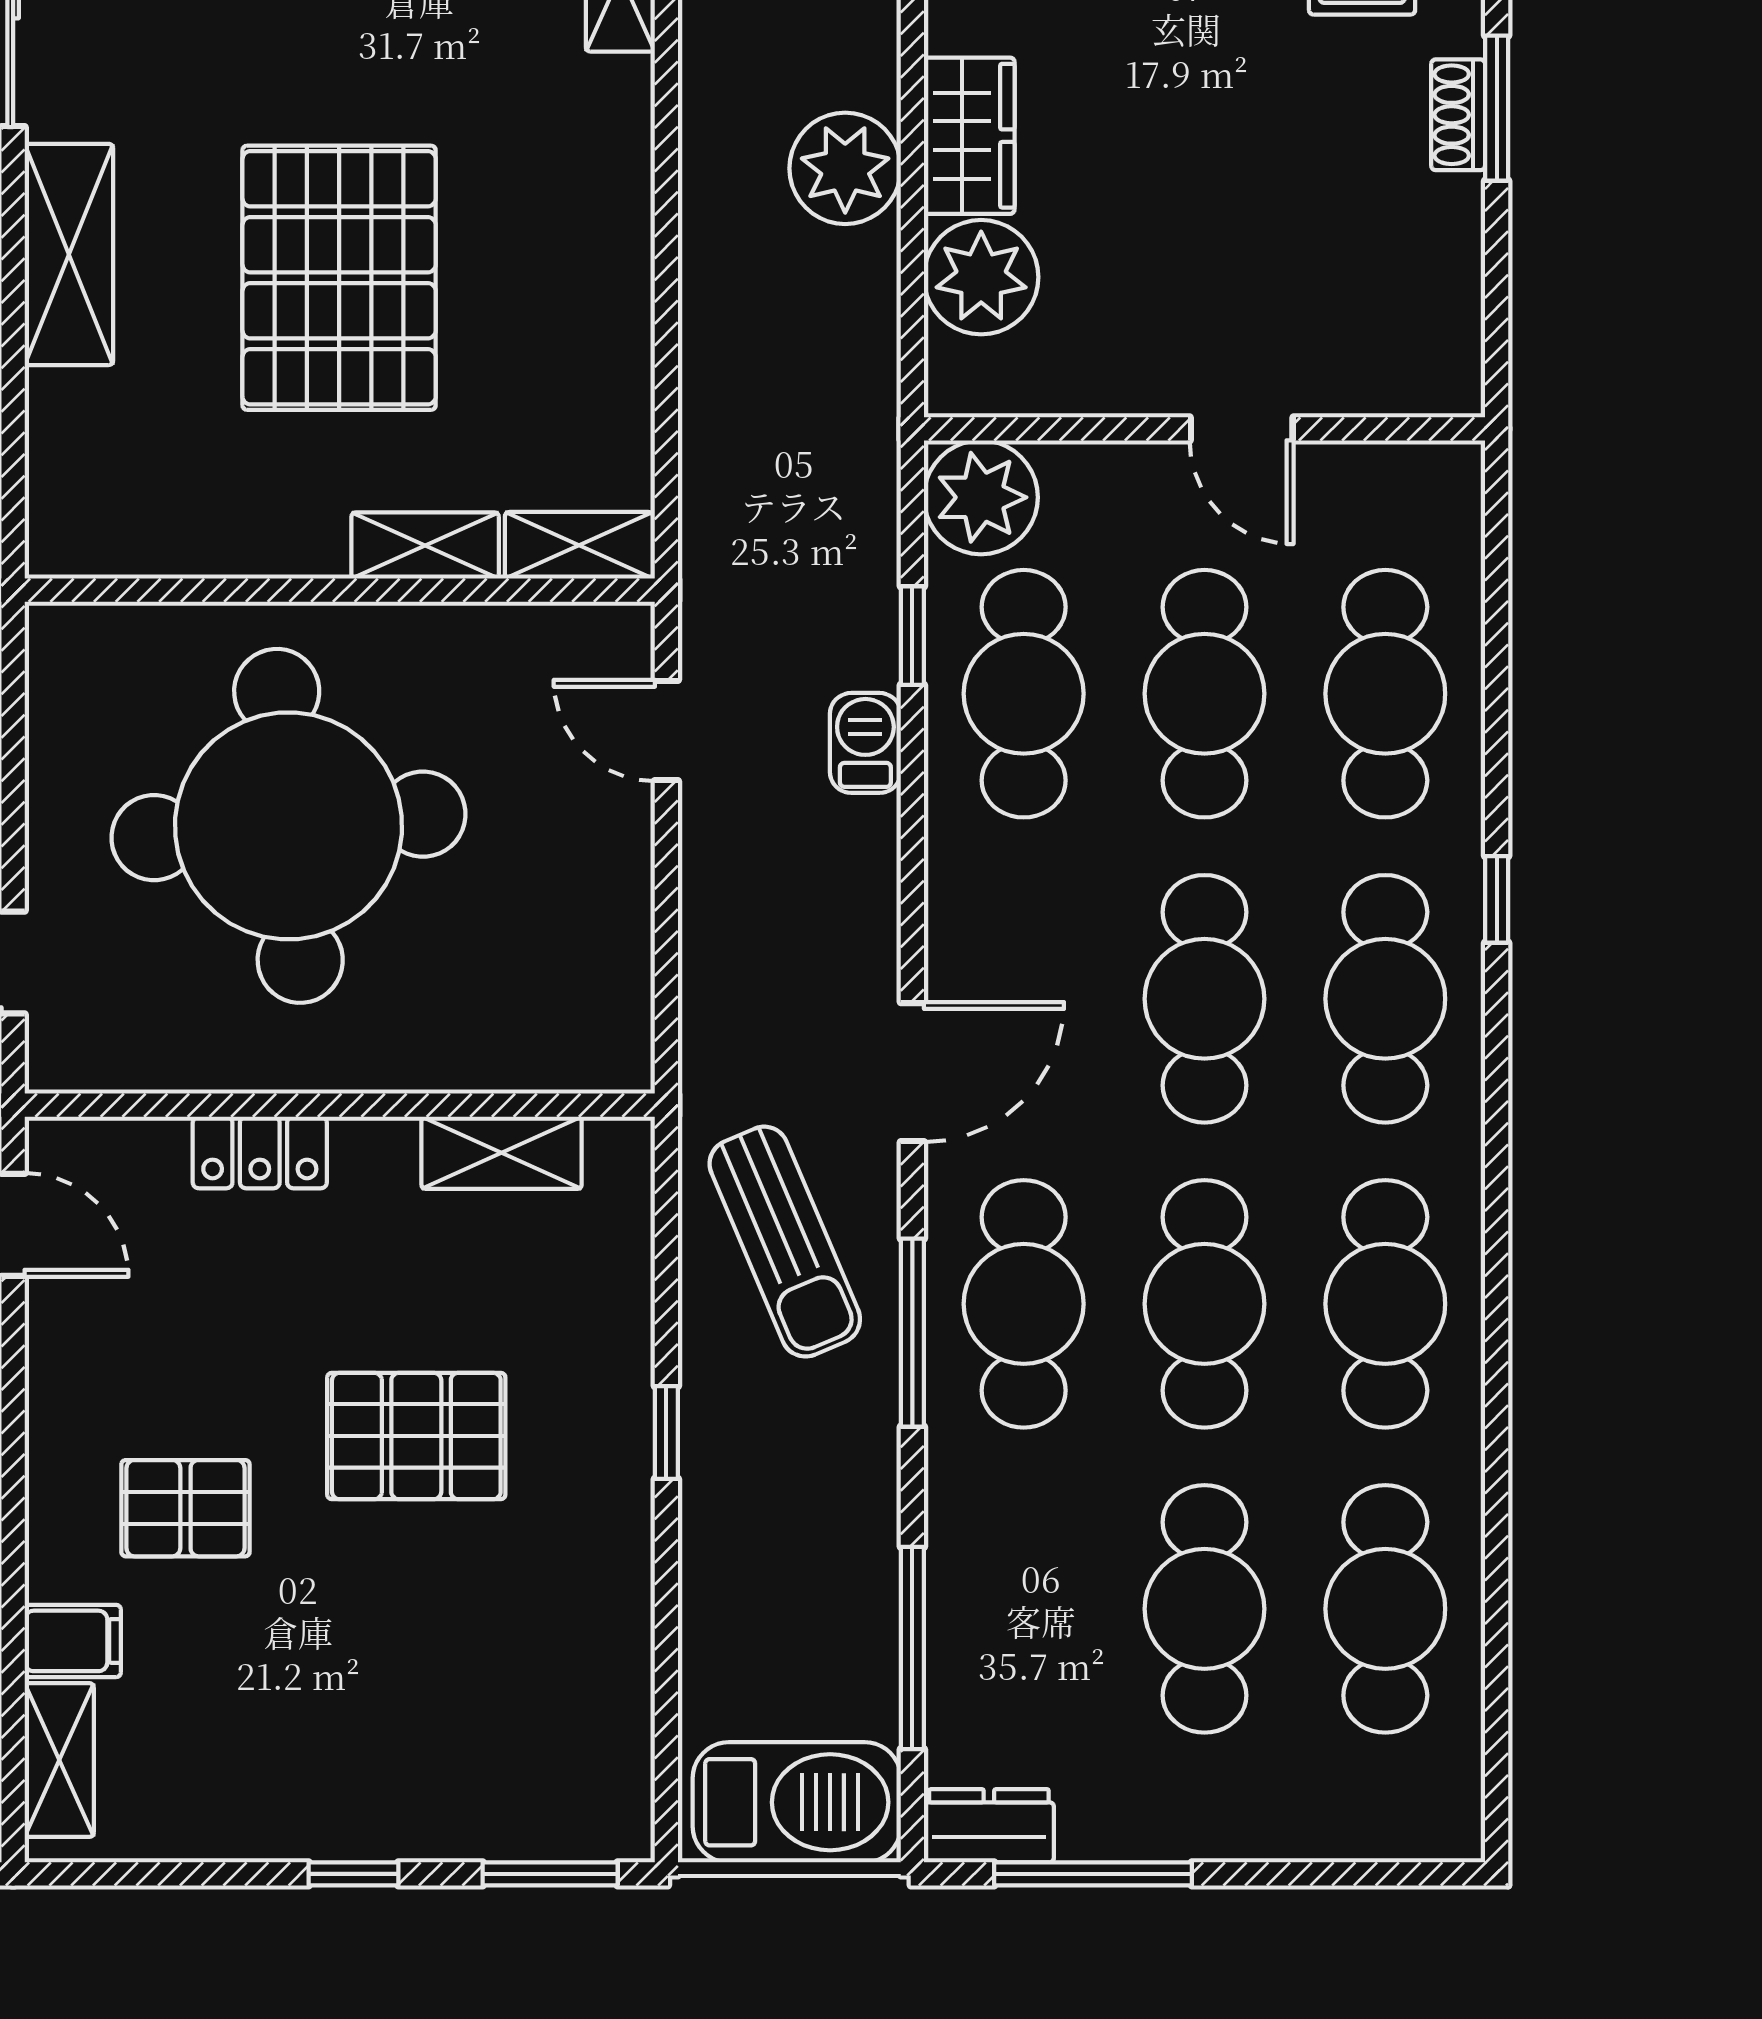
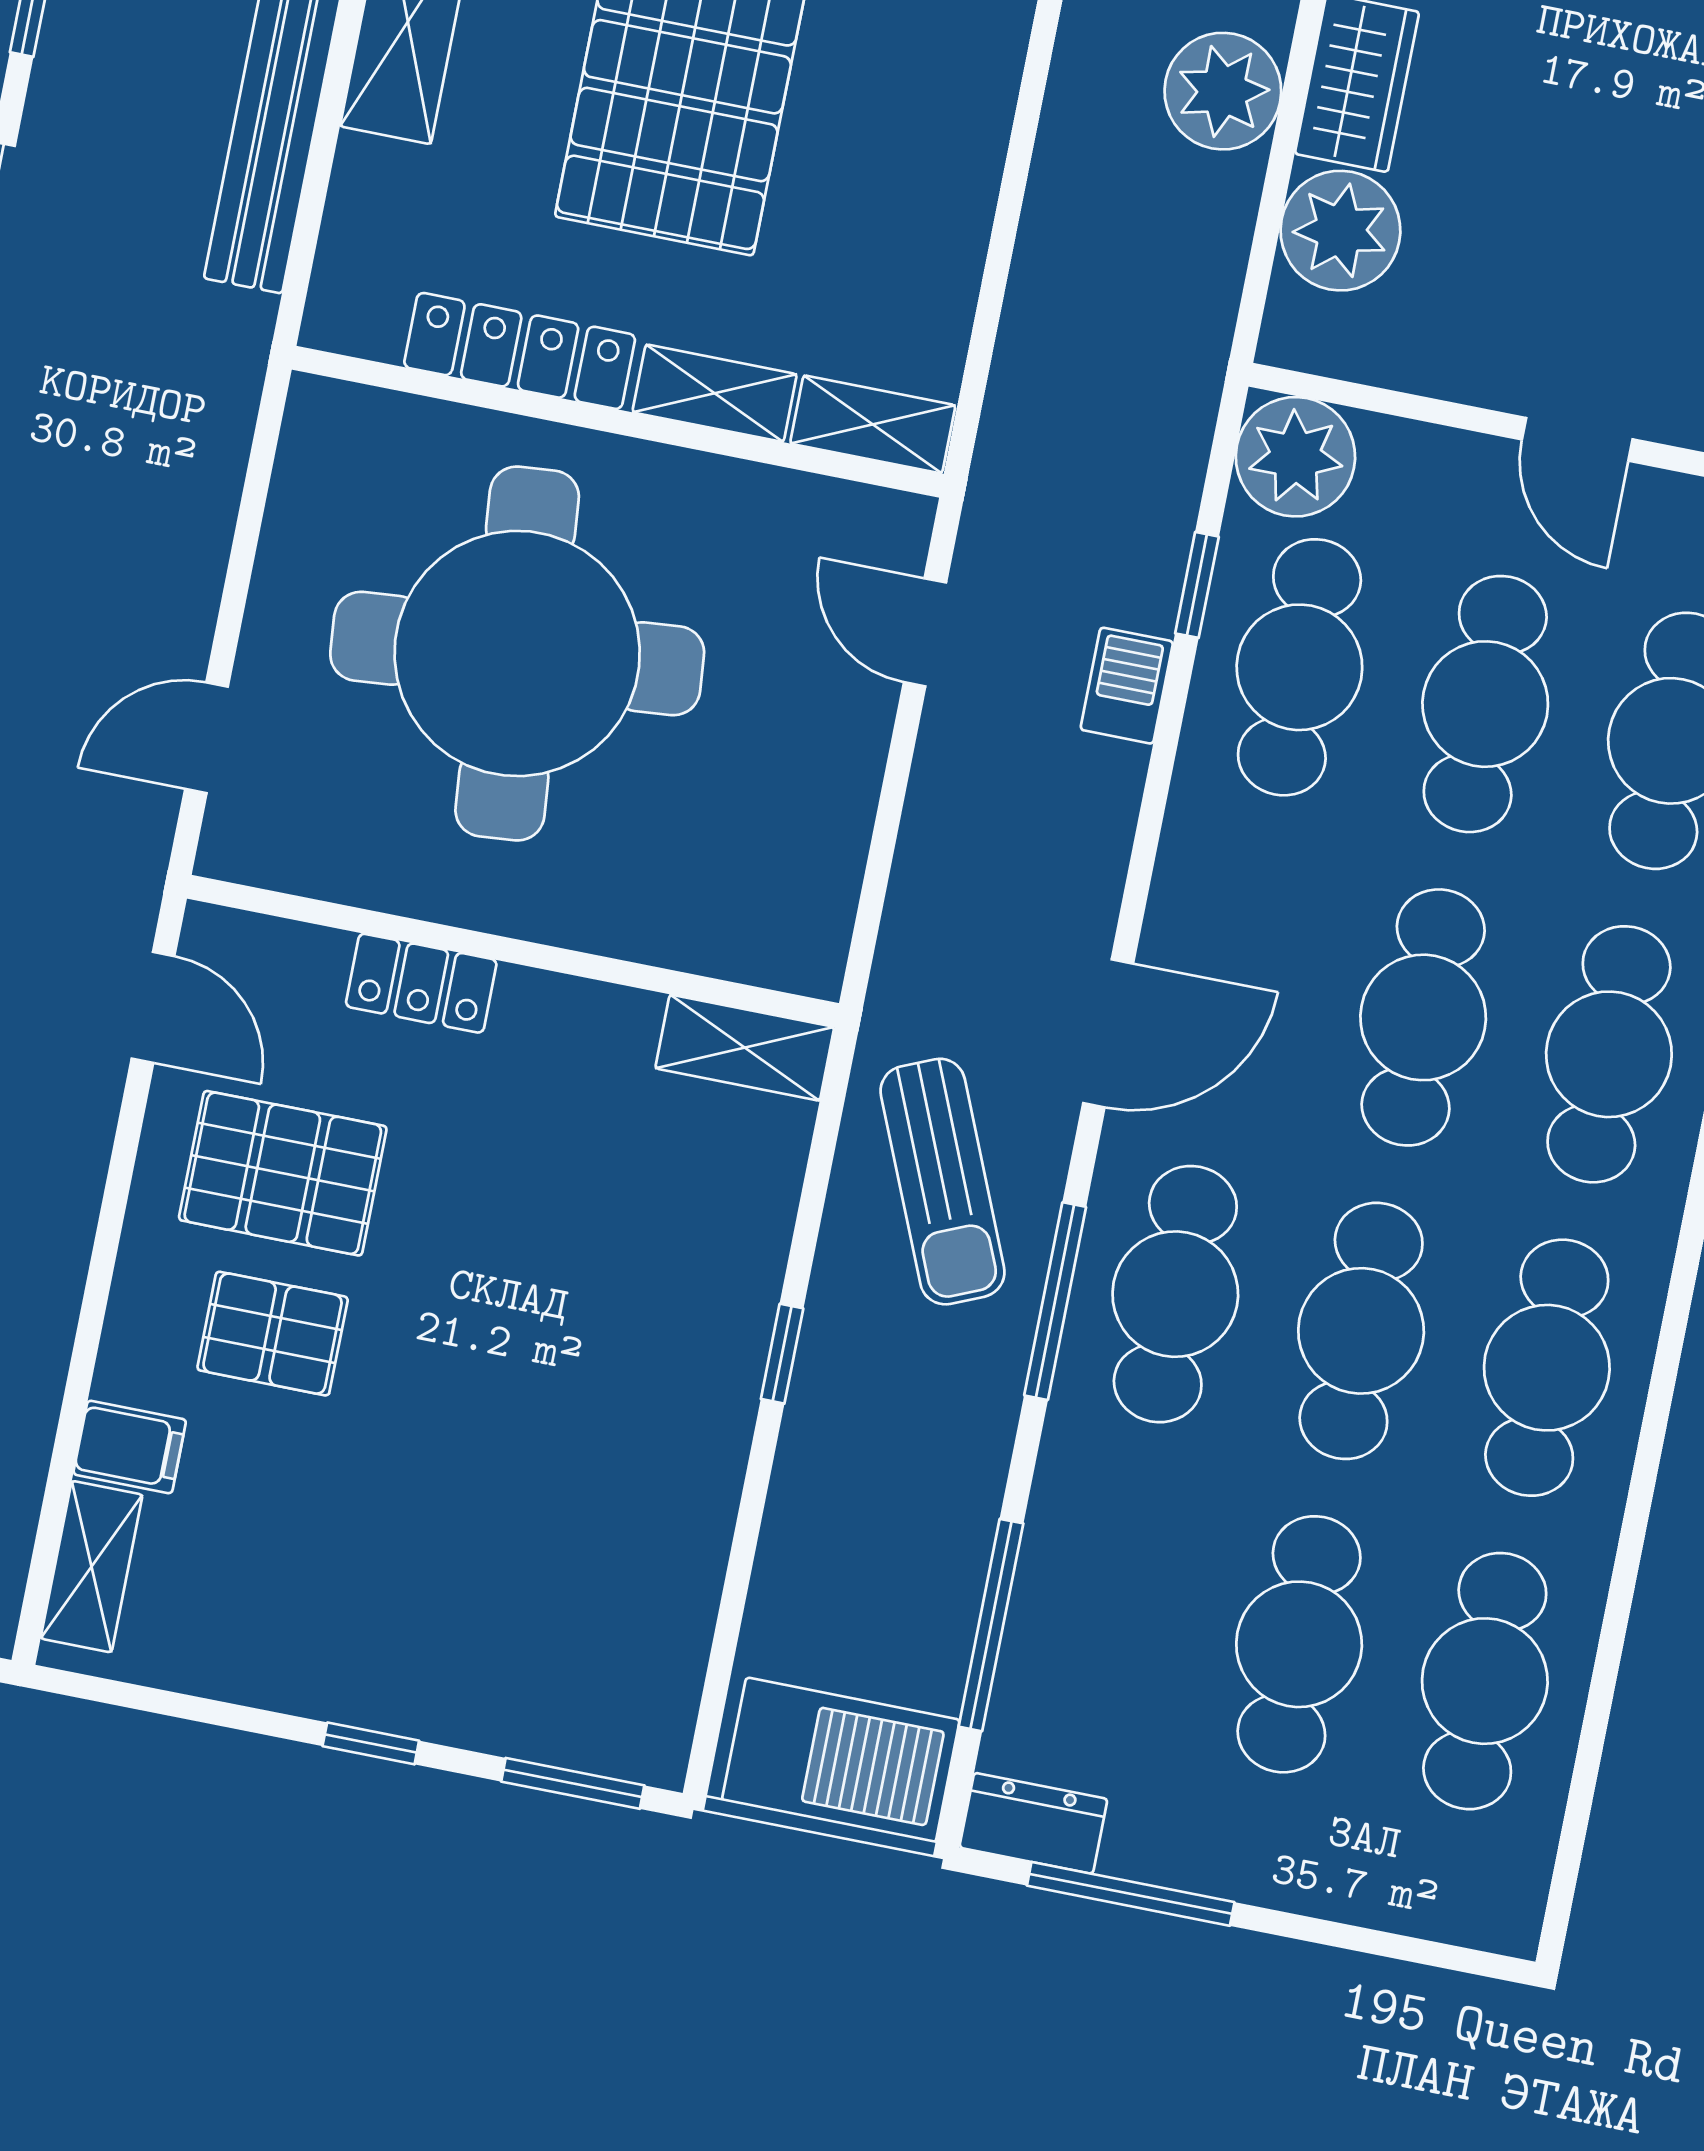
locker: (235, 542) -> (520, 351), added
shelving: (502, 1153) -> (745, 1048), moved
pallet: (416, 1436) -> (283, 1173), moved

